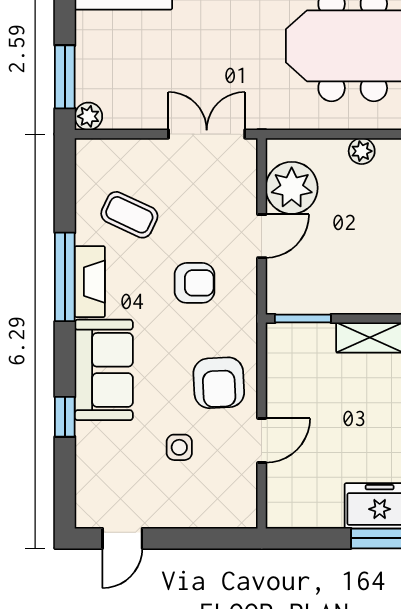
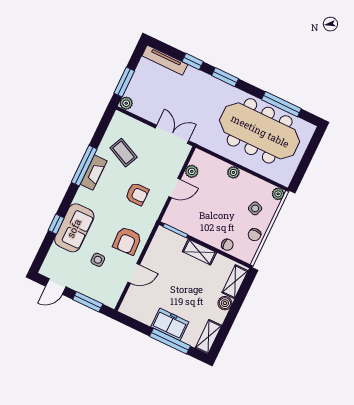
plant: (292, 188) -> (192, 171), width x0.53, depth x0.53
sofa: (104, 370) -> (74, 228), moved
window: (199, 538) -> (88, 302), added

